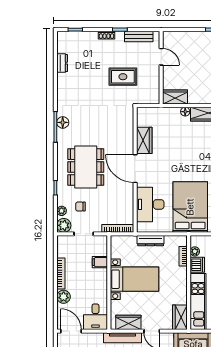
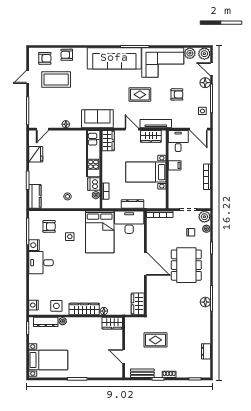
wardrobe: (144, 140) -> (138, 304), moved
desk: (150, 204) -> (129, 222), moved, turned -90
filing cabinet: (100, 262) -> (175, 165), moved
plant: (64, 297) -> (205, 158), removed

